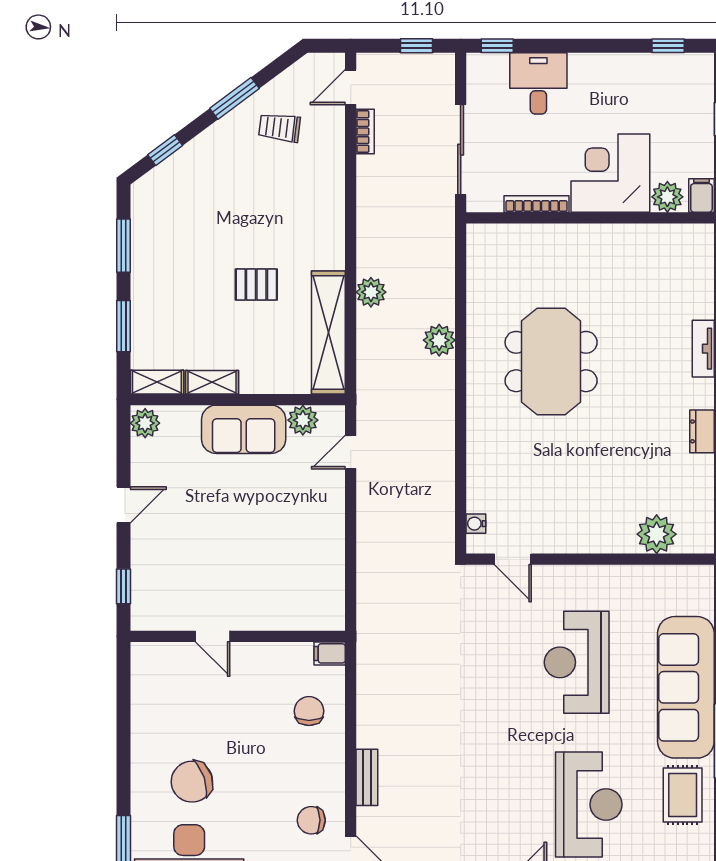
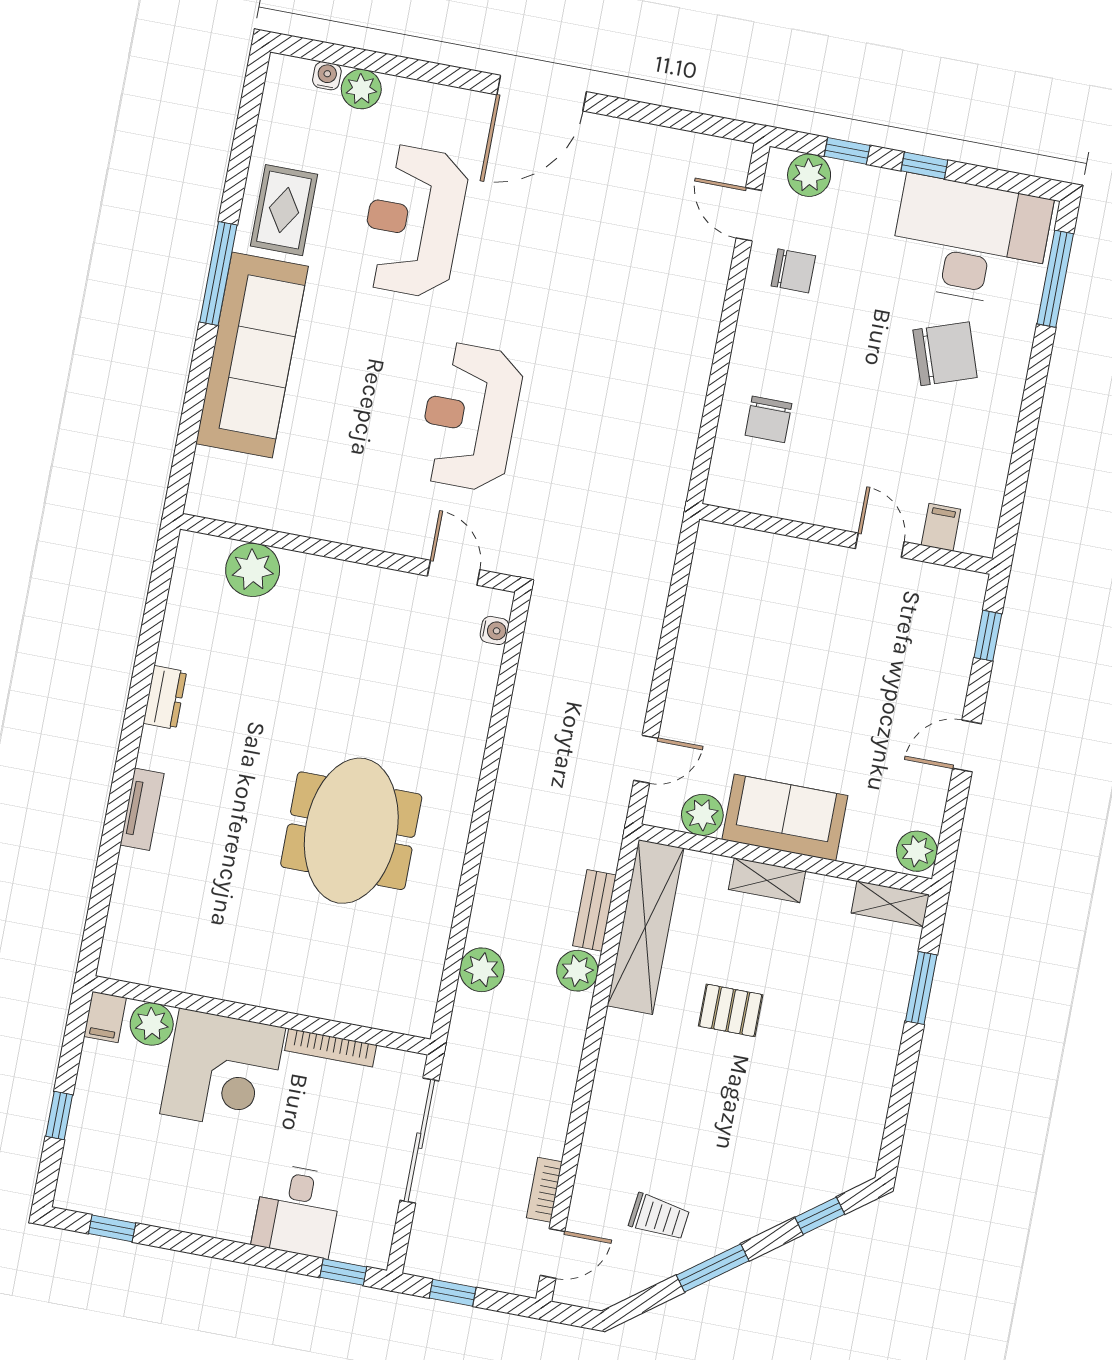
window: (123, 246) -> (901, 1097), removed
plant: (439, 340) -> (482, 970), moved
shelving: (212, 382) -> (767, 880), moved
filing cabinet: (330, 653) -> (941, 527), moved, turned -90
reception desk: (577, 662) -> (470, 417), moved, turned 180
bench: (367, 777) -> (594, 910), moved

